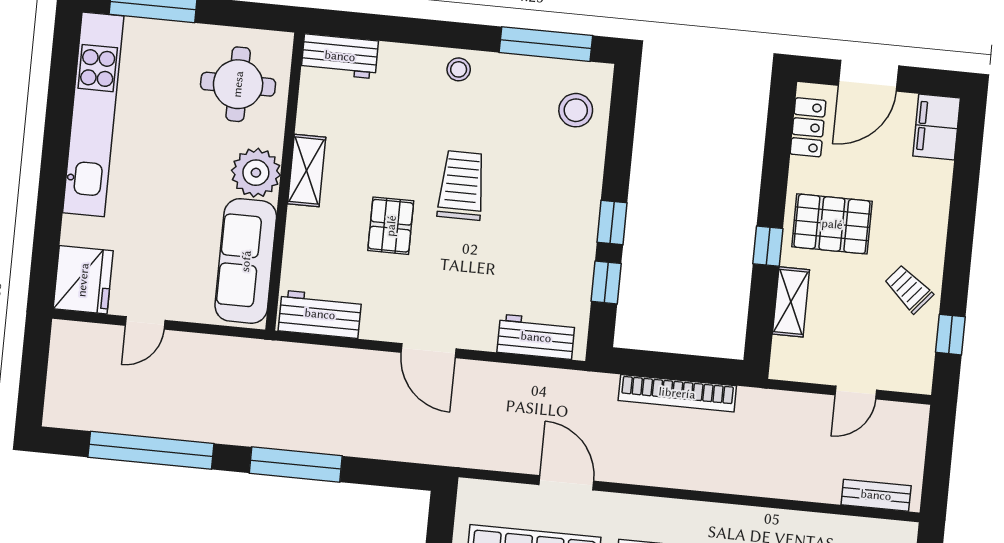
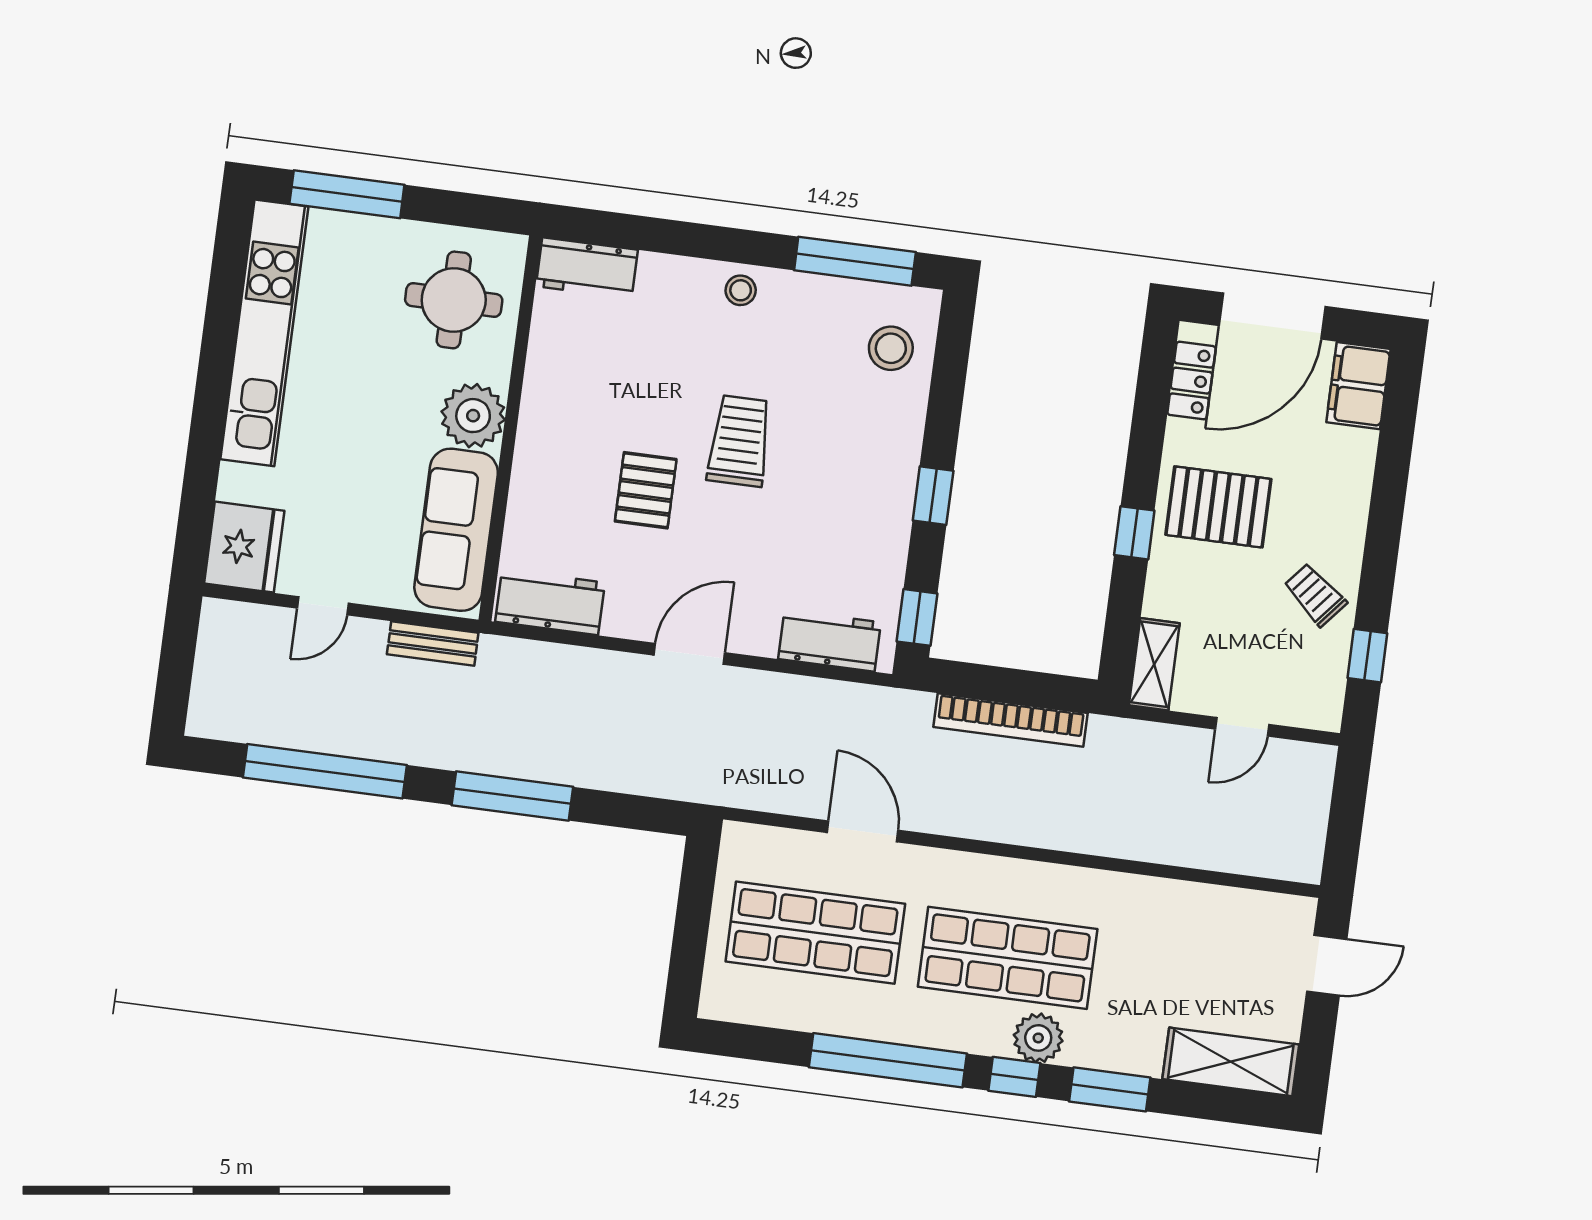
door: (868, 76) -> (1272, 316), width x1.36
shelving: (307, 171) -> (539, 415), removed
window: (606, 282) -> (917, 617), moved
shelving: (791, 302) -> (1154, 664), moved
door: (428, 351) -> (689, 654), swing flipped
bench: (876, 495) -> (433, 643), moved

